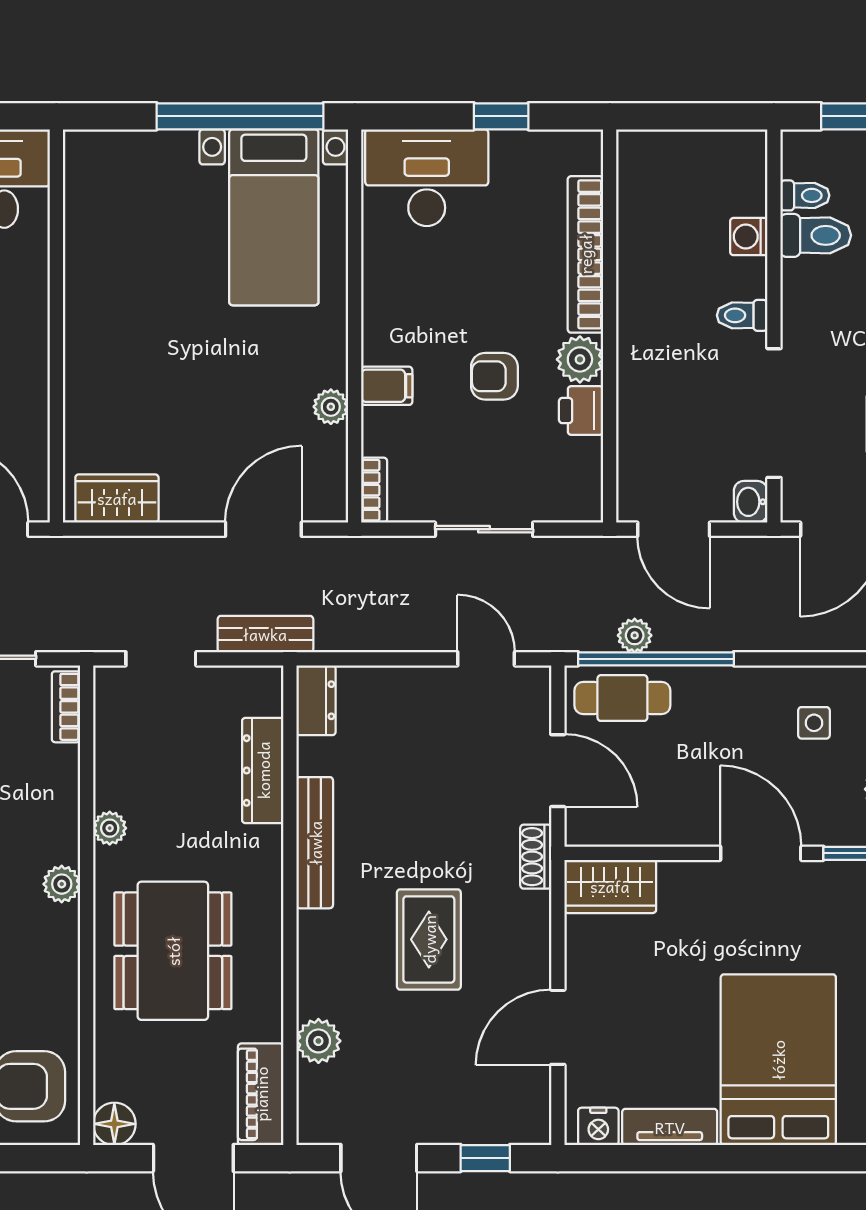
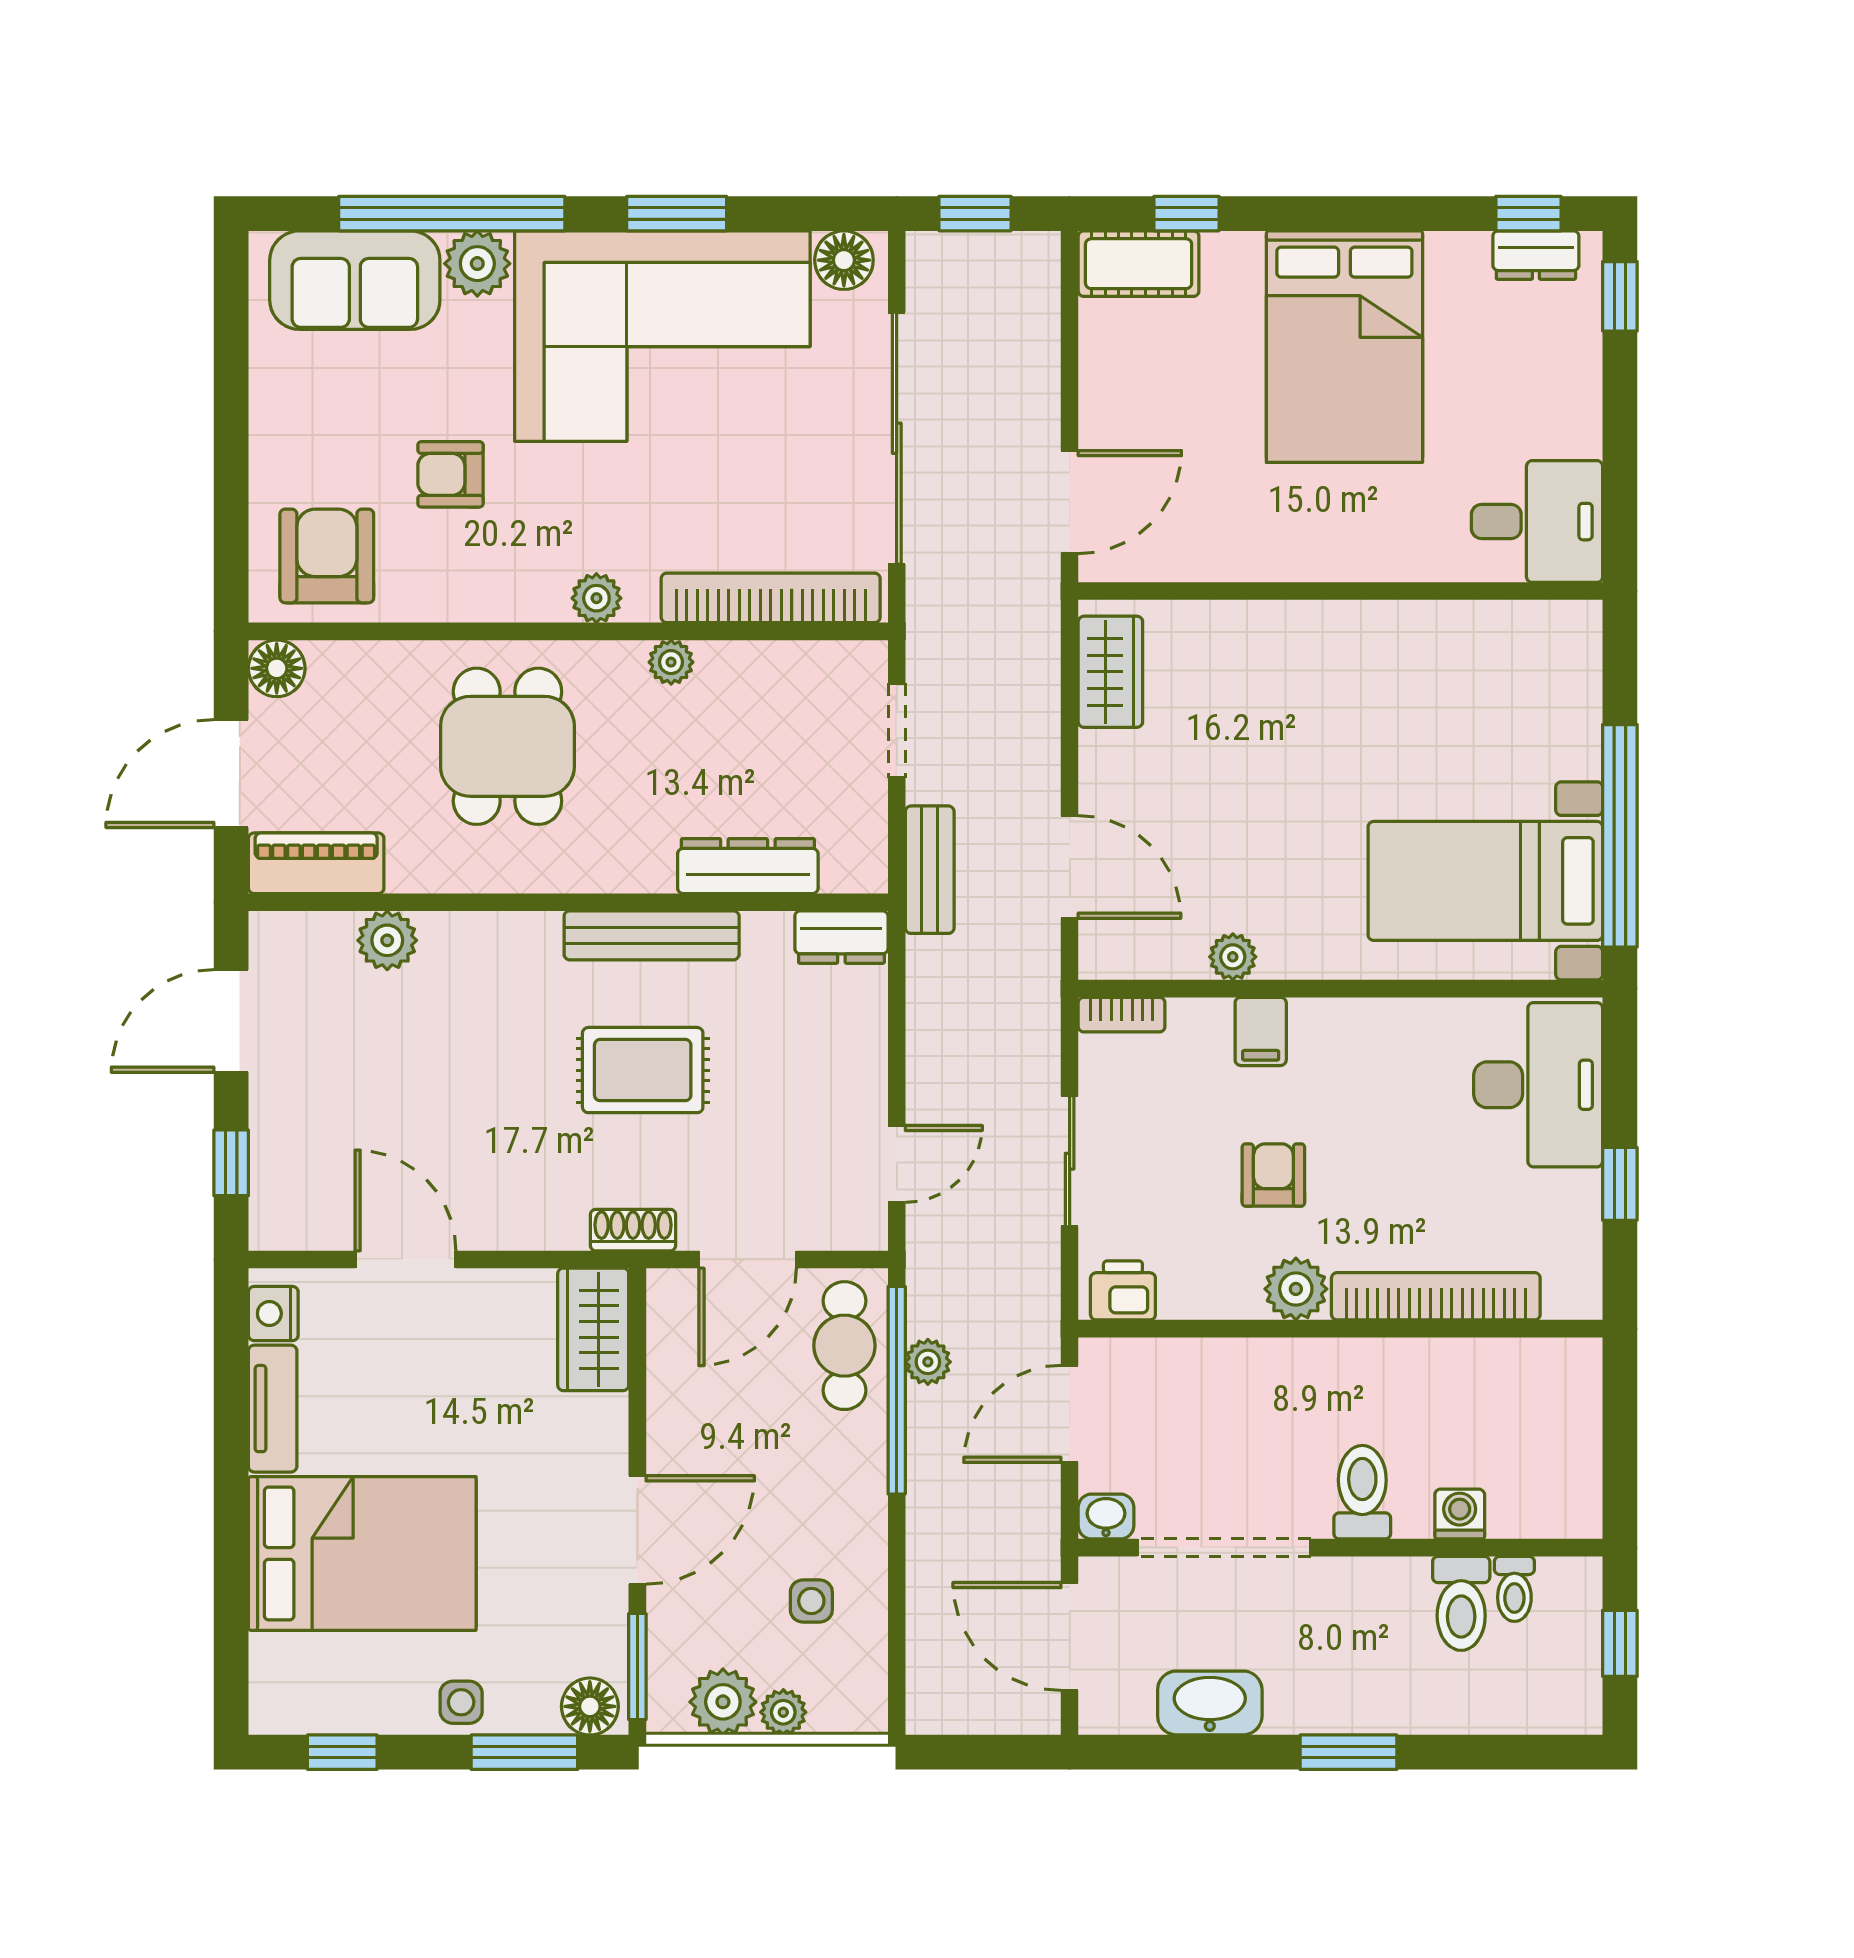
toilet: (742, 315) -> (1362, 1492), width x1.37, depth x1.39
printer: (581, 411) -> (1123, 1290), moved
bookcase: (66, 707) -> (771, 598), width x2.31, depth x1.31
rug: (429, 939) -> (643, 1070), moved
dining table: (173, 951) -> (507, 746), width x0.73

